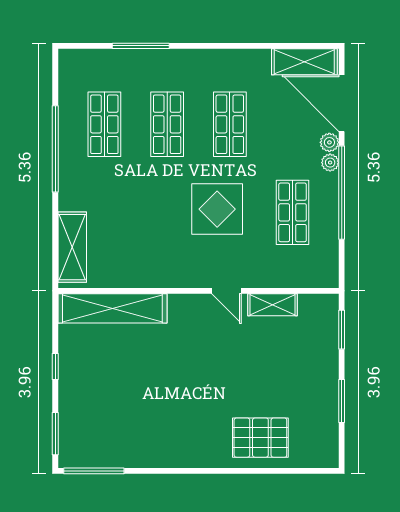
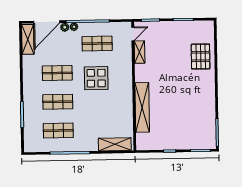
door: (227, 291) -> (133, 34), moved
shelving: (112, 308) -> (142, 107), moved

